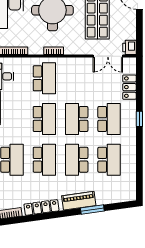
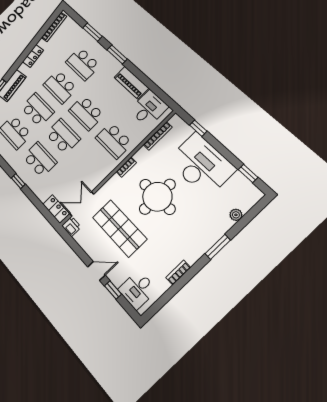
locker: (129, 87) -> (56, 209), moved
school desk: (109, 119) -> (40, 159), turned 180
locker: (41, 207) -> (33, 56), width x0.66

